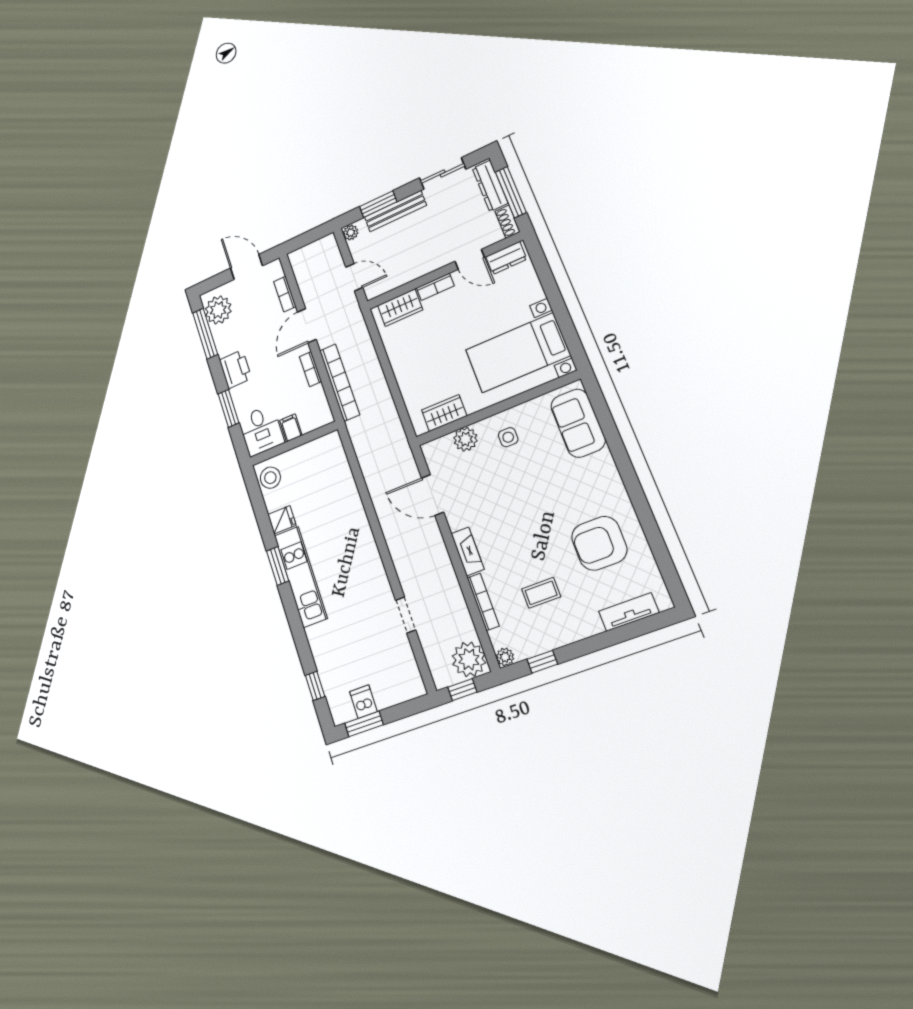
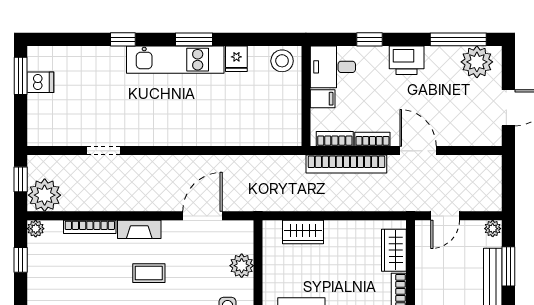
bookcase: (285, 294) -> (335, 139), moved
window: (228, 408) -> (369, 39), width x0.67
wardrobe: (444, 413) -> (303, 232), moved, turned 90
coffee table: (541, 593) -> (149, 273), moved, turned 90
window: (315, 686) -> (123, 39), moved

